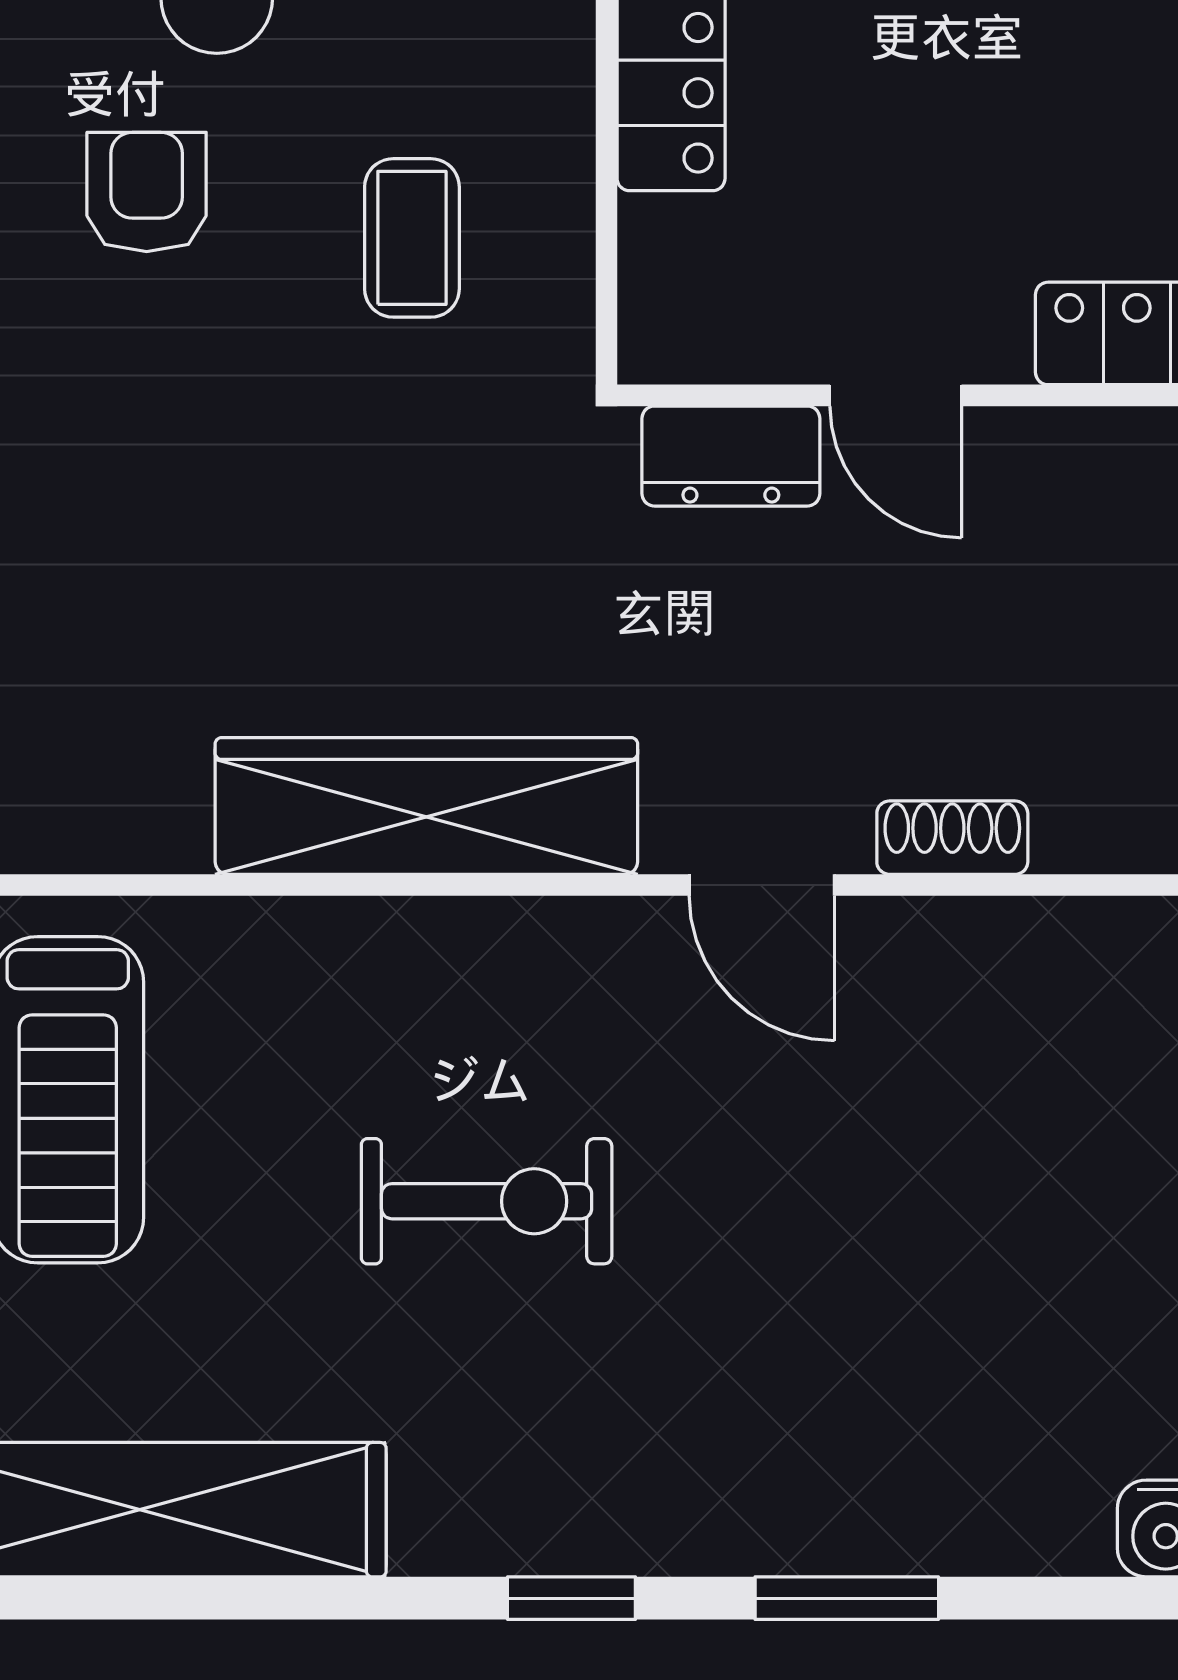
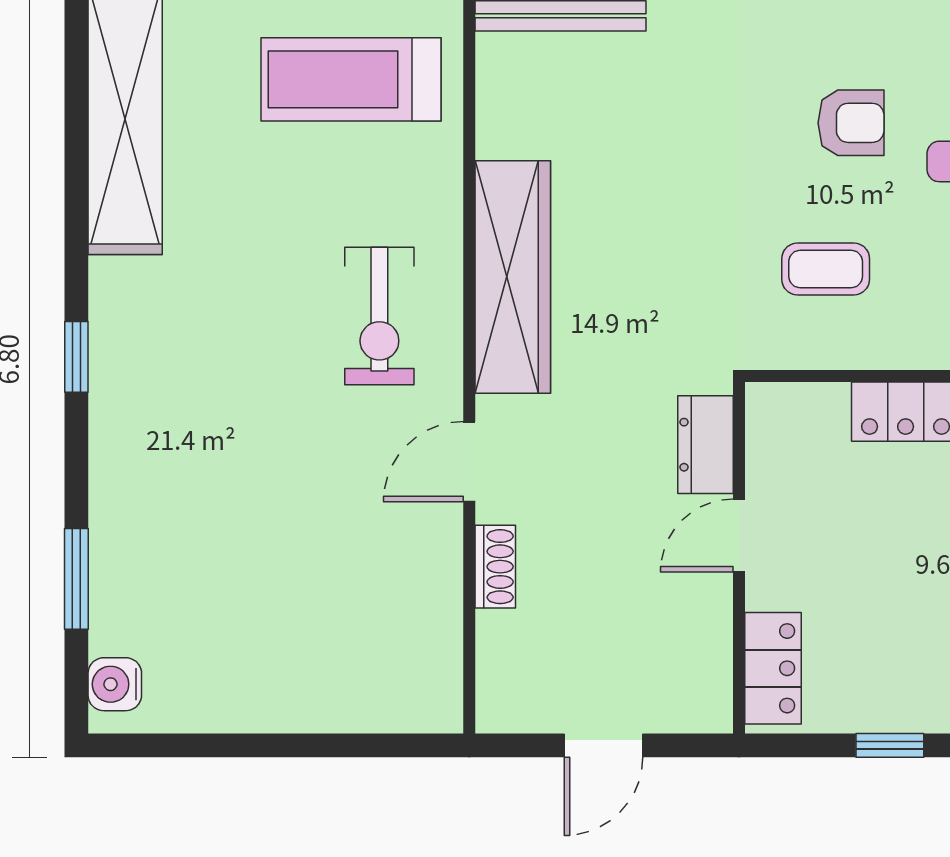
exercise bike: (487, 1201) -> (379, 316), moved
window: (847, 1598) -> (76, 579), moved

